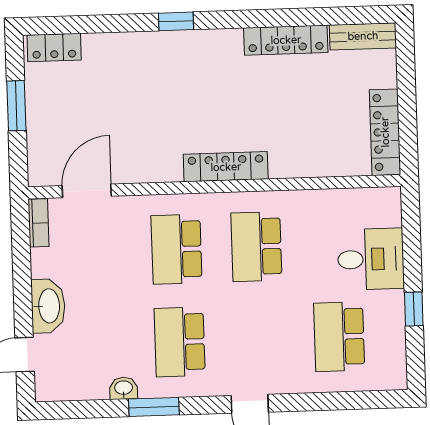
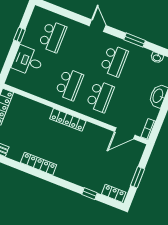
window: (176, 21) -> (90, 194), moved
locker: (286, 40) -> (39, 164), moved
washbasin: (124, 388) -> (157, 58), moved

